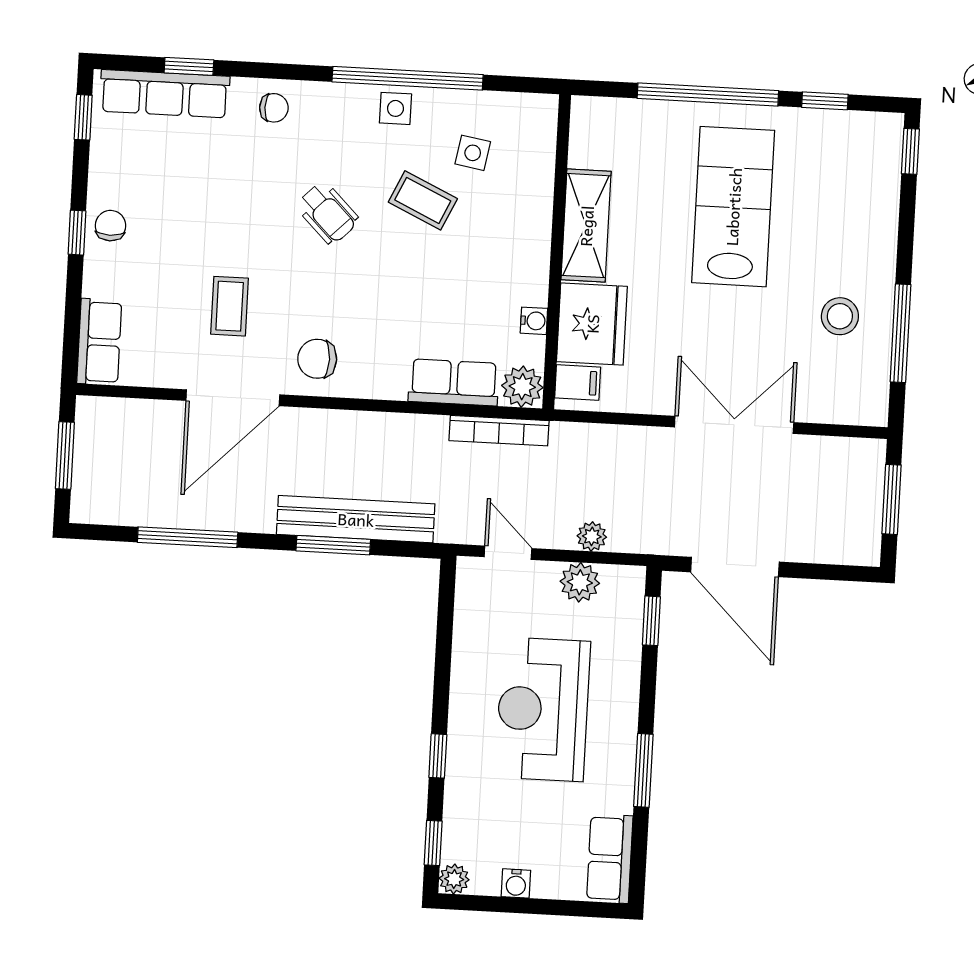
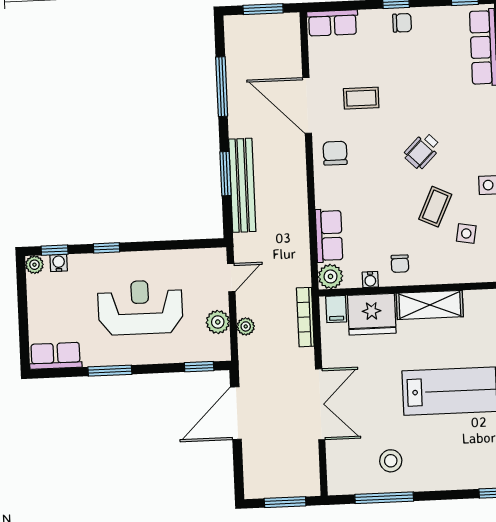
chair: (274, 108) -> (400, 264), moved
bookcase: (499, 431) -> (305, 317), moved
water cooler: (516, 883) -> (59, 263), moved, turned 90

